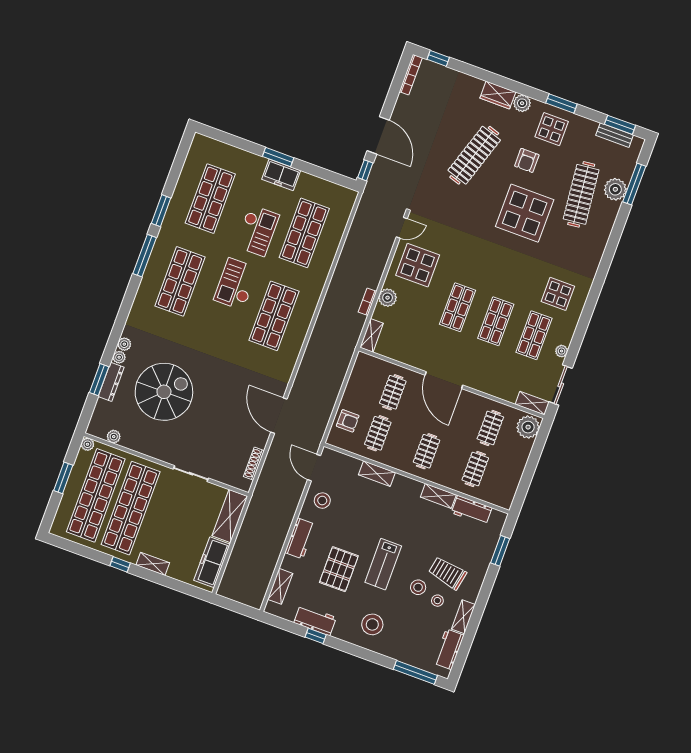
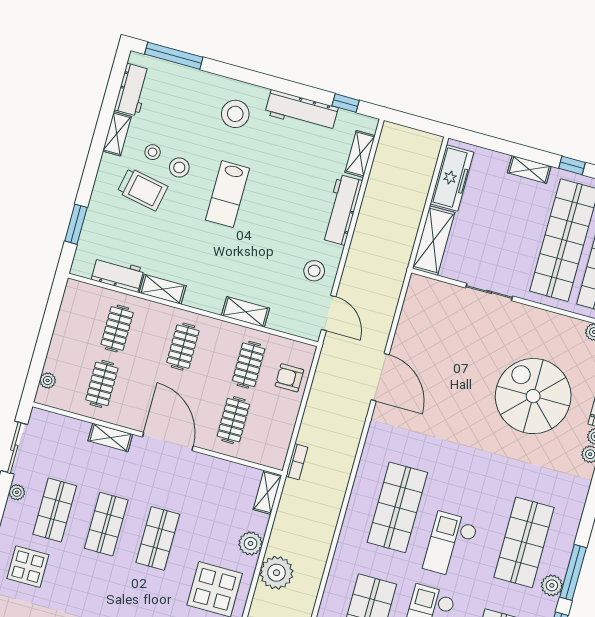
plant: (162, 247) -> (552, 585), added
plant: (370, 274) -> (276, 573), added
checkout: (236, 284) -> (450, 545), turned 180
bookcase: (367, 302) -> (297, 462), moved
spiral stairs: (164, 392) -> (533, 396), turned 90
shelving: (532, 403) -> (110, 438), moved
plant: (528, 427) -> (48, 380), width x0.53, depth x0.53
shoe rack: (254, 464) -> (408, 312), removed
workbench: (300, 538) -> (342, 210), width x1.38
lab bench: (383, 564) -> (227, 194), turned 180
pallet: (339, 569) -> (285, 183), removed
workbench: (315, 620) -> (302, 111), width x1.38
window: (316, 636) -> (346, 103), moved

